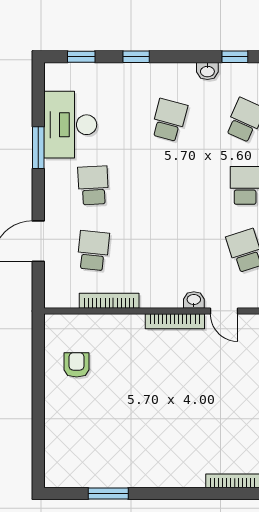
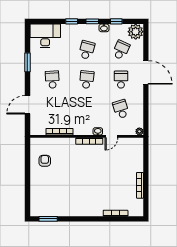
window: (81, 57) -> (92, 21), moved
desk: (70, 125) -> (45, 36), moved, turned 90
school desk: (93, 251) -> (87, 80), moved
door: (224, 311) -> (111, 136), hinge flipped
window: (108, 493) -> (48, 219), moved

